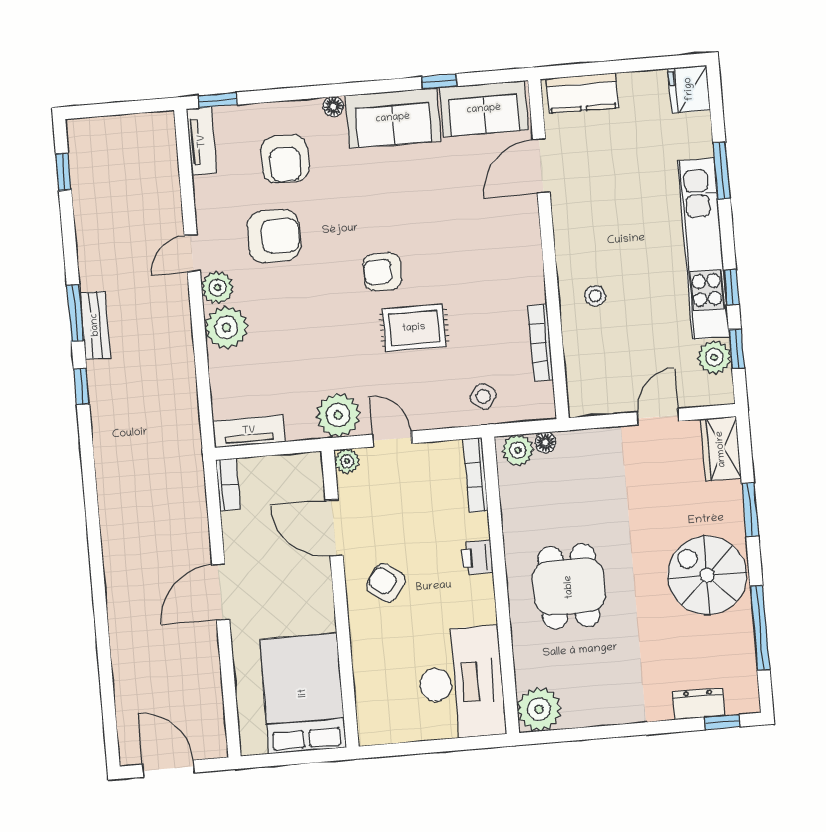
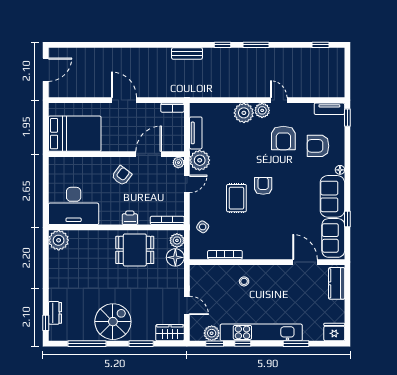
bench: (95, 325) -> (187, 53), moved
tv unit: (249, 431) -> (196, 133), moved
floor lamp: (545, 442) -> (175, 257), width x1.89, depth x1.89
dining table: (569, 587) -> (135, 250), moved

